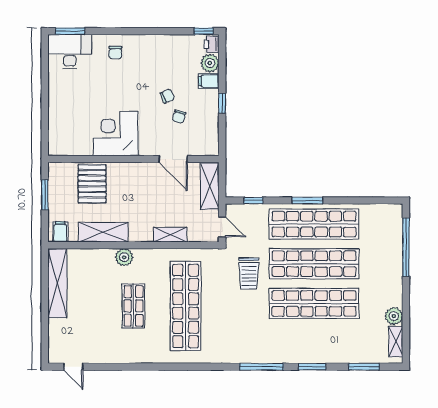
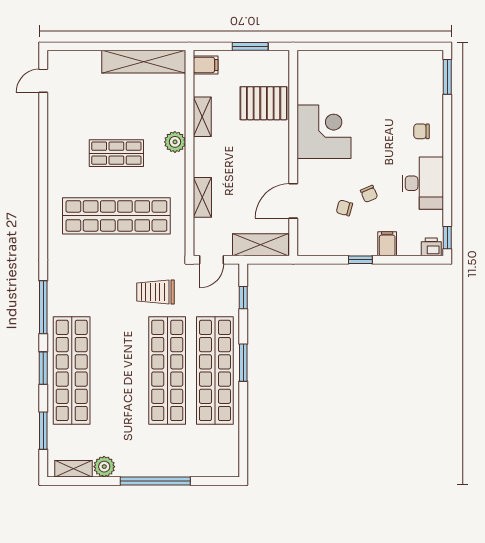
desk: (70, 51) -> (423, 183), moved
plant: (210, 63) -> (409, 245), removed
shelving: (103, 232) -> (202, 117), width x0.67, depth x0.75
window: (406, 247) -> (155, 481), moved
shop shelf: (314, 303) -> (72, 370), moved

